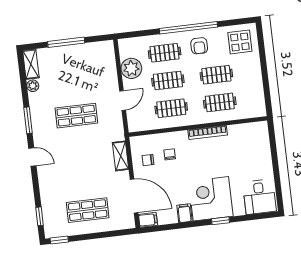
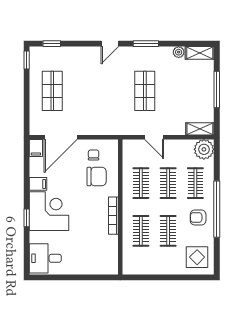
plant: (131, 68) -> (204, 149), moved
chair: (170, 154) -> (97, 176), width x1.87, depth x1.87
shelving: (121, 156) -> (200, 129), moved

